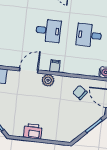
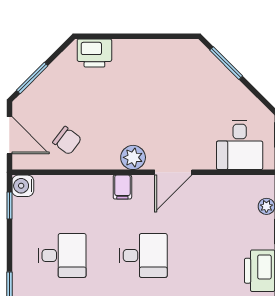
desk: (48, 31) -> (143, 255), turned 180
printer: (33, 131) -> (94, 53), moved

